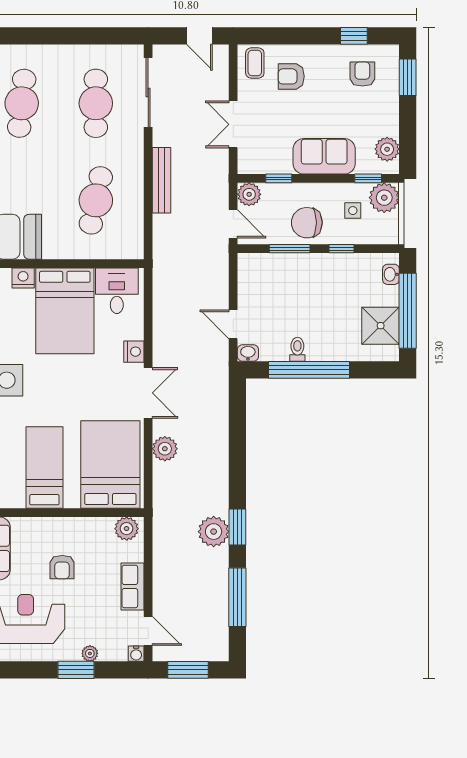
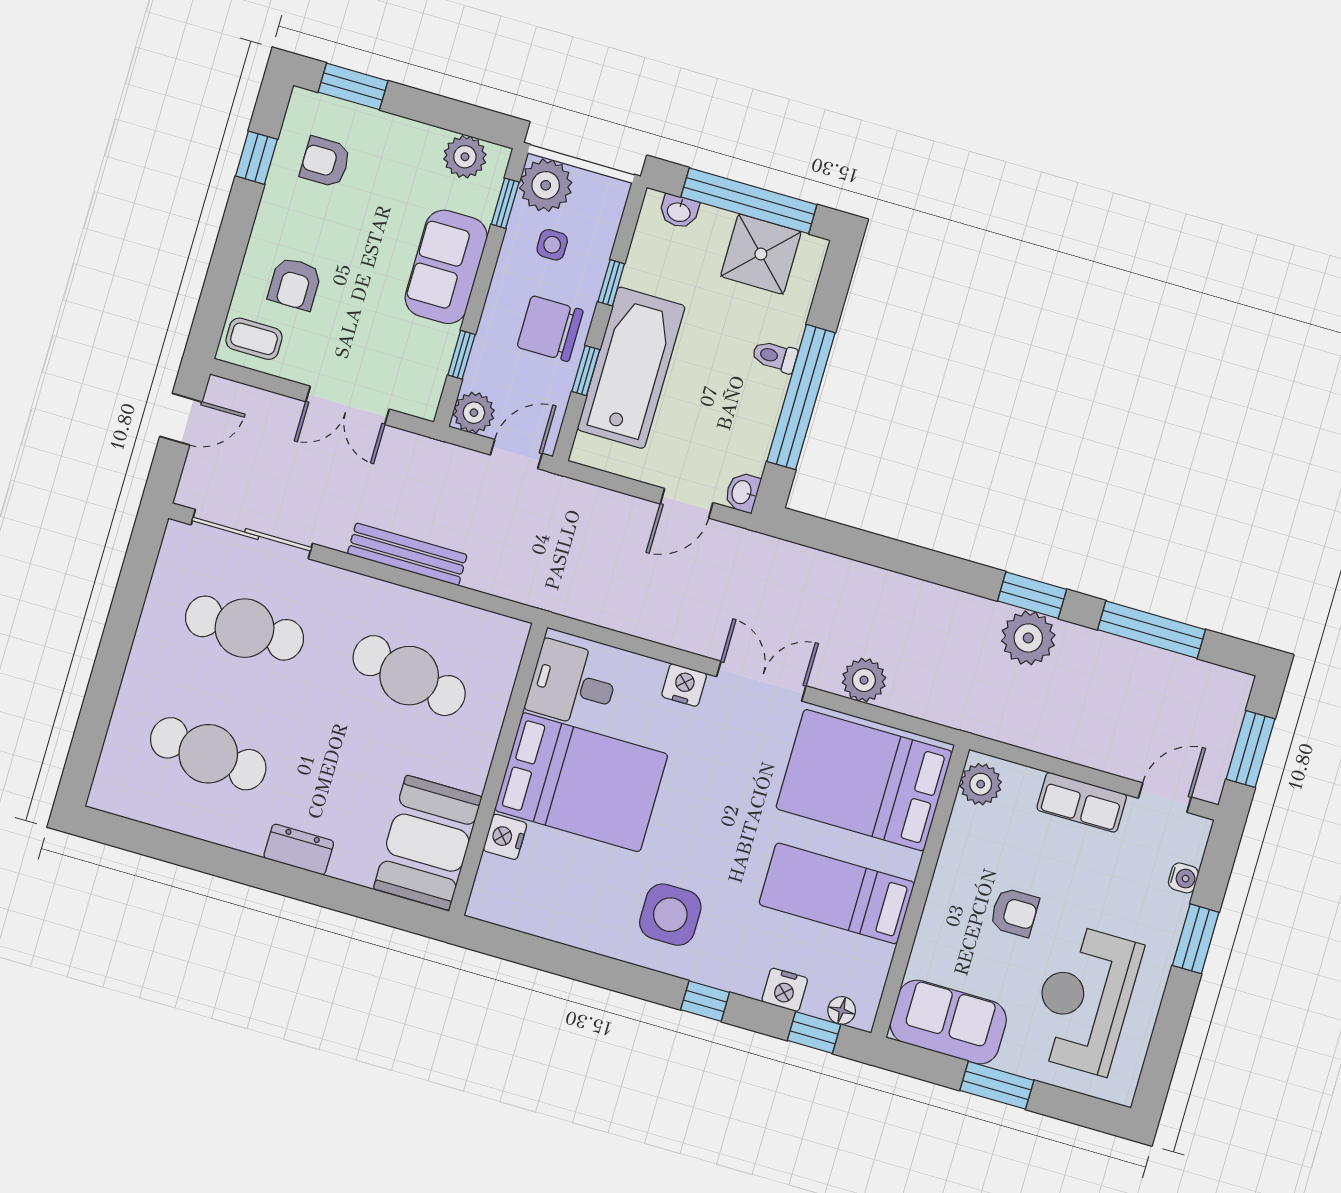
chair: (307, 223) -> (550, 329), turned 90
window: (290, 249) -> (586, 371), width x0.67
bathtub: (298, 273) -> (631, 368), added
toilet: (297, 349) -> (775, 356), moved
plant: (90, 653) -> (1174, 907), removed
water cooler: (136, 654) -> (1183, 878), moved

